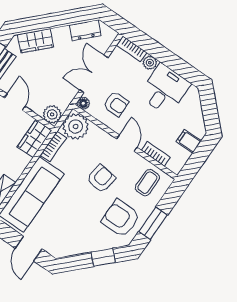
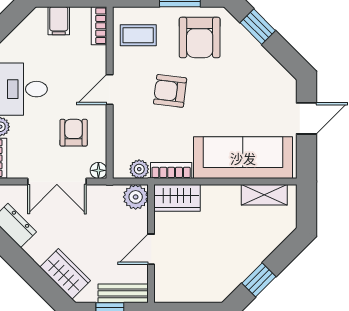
plant: (76, 127) -> (139, 169), width x0.53, depth x0.53
bookcase: (156, 154) -> (99, 26), moved

